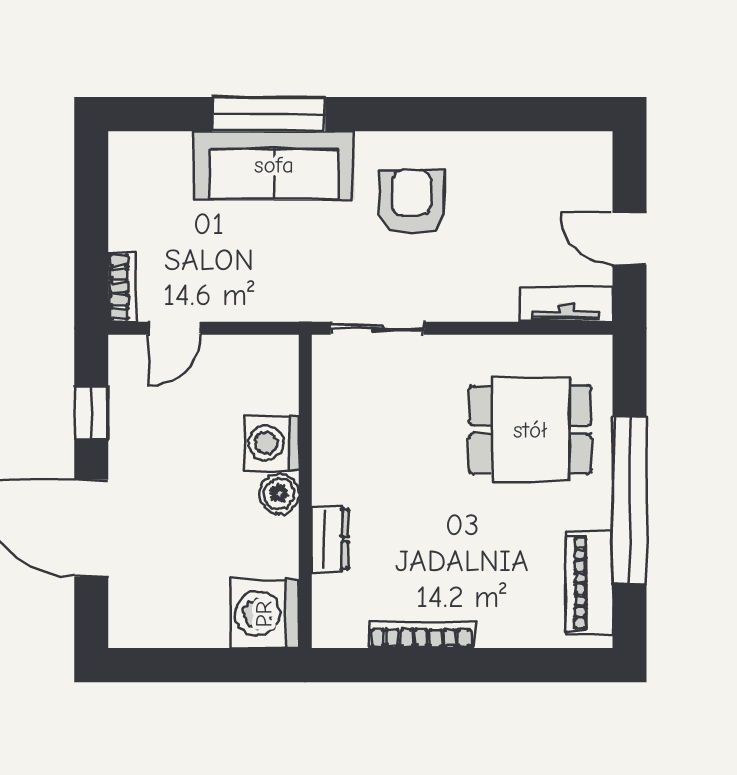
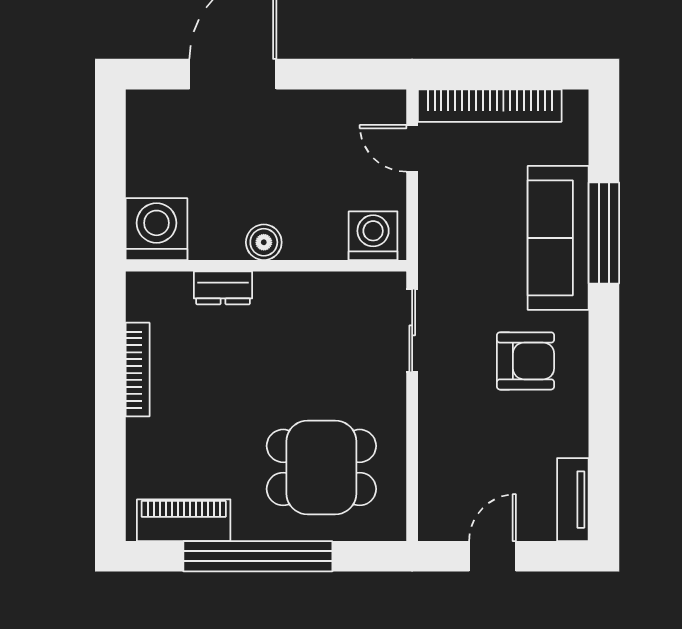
bookcase: (122, 287) -> (490, 106), width x2.31, depth x1.31
tv unit: (566, 304) -> (573, 500), moved, turned 180
window: (91, 413) -> (336, 74), removed
dining table: (530, 430) -> (321, 467), turned 90
washing machine: (272, 443) -> (373, 236), moved

